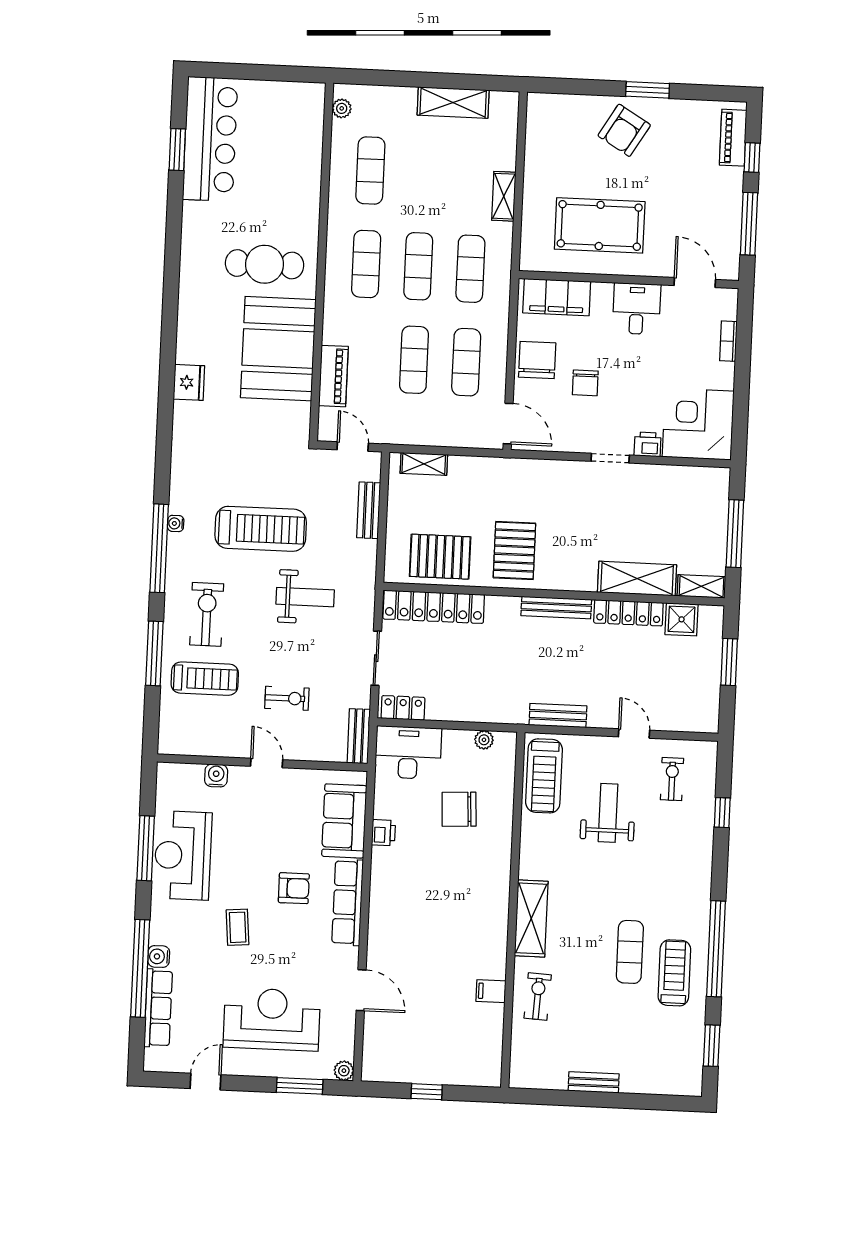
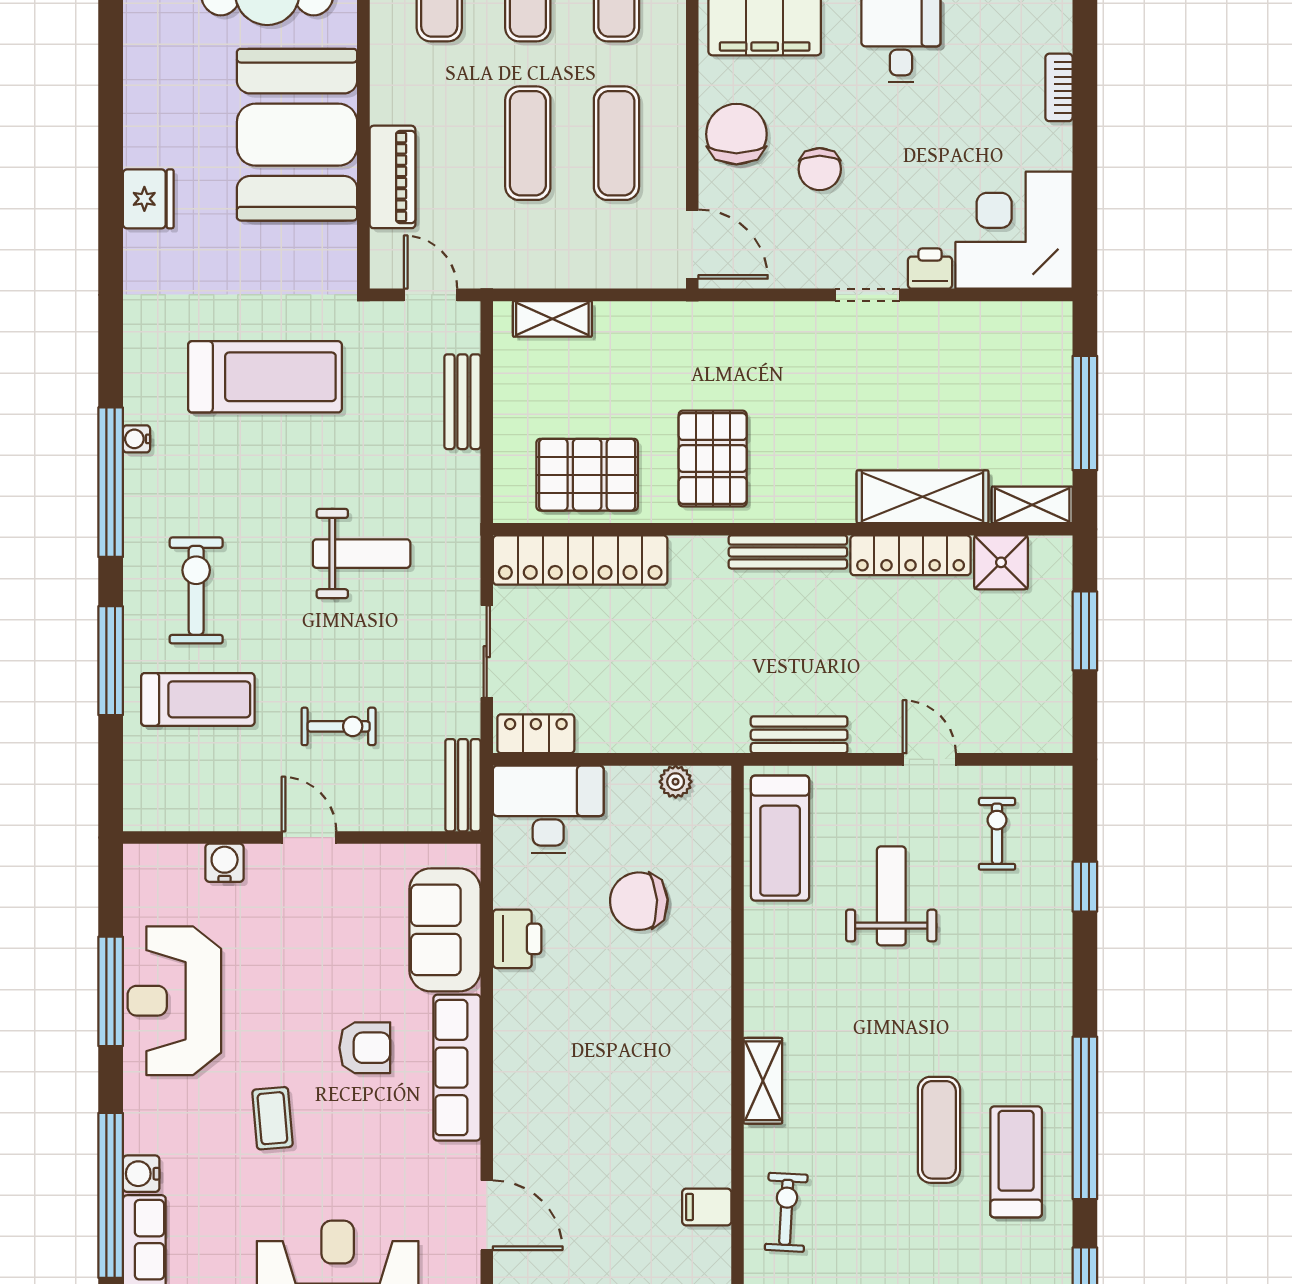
treadmill: (261, 529) -> (265, 377), moved
printer: (383, 833) -> (517, 939), width x1.36, depth x1.24
shelving: (531, 918) -> (763, 1081), width x0.67, depth x0.75

